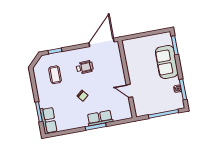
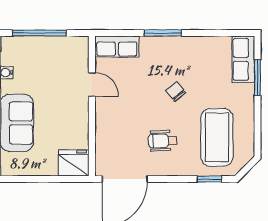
fridge: (131, 46) -> (74, 163), added
coffee table: (55, 75) -> (217, 137), width x1.86, depth x1.72
row of seats: (100, 118) -> (117, 47), moved

